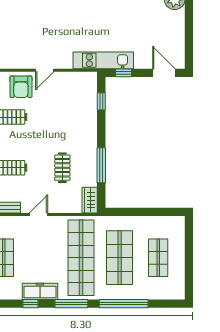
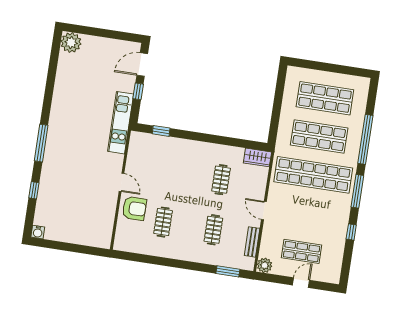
window: (124, 73) -> (138, 91), moved
window: (101, 165) -> (225, 141), removed
clothes rail: (62, 168) -> (221, 180), turned 90
shop shelf: (158, 258) -> (325, 98), width x1.43, depth x1.36
freezer: (40, 291) -> (340, 221), removed

